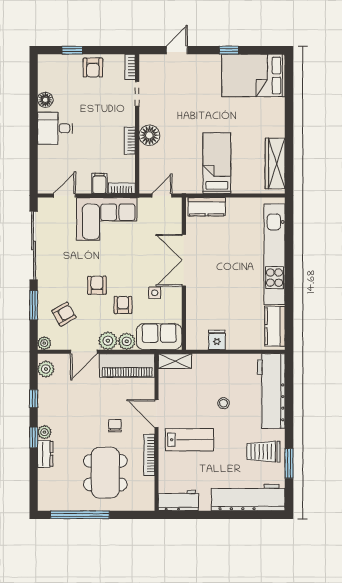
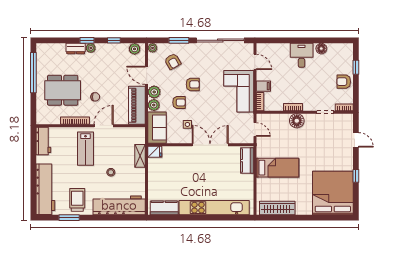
bed: (253, 75) -> (333, 193), width x1.36
fridge: (217, 340) -> (155, 152), moved
shelving: (175, 361) -> (140, 156), moved

